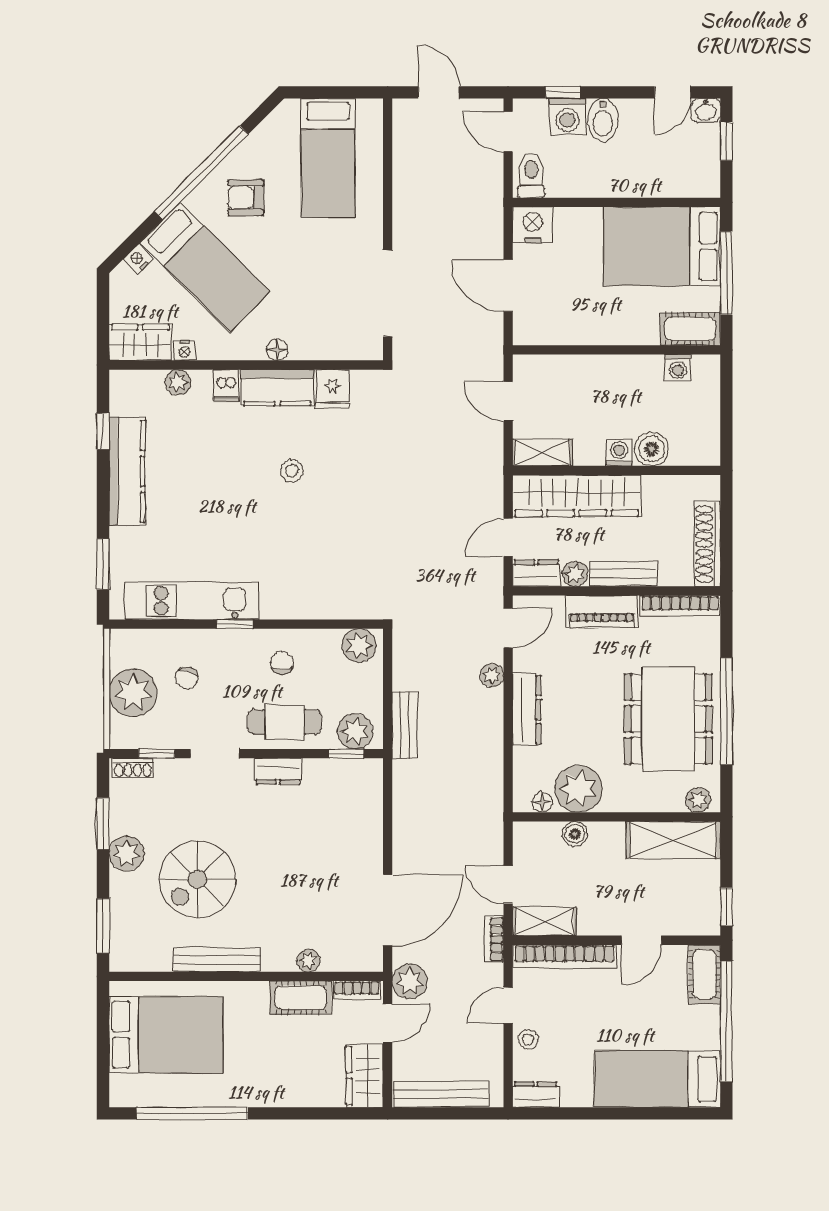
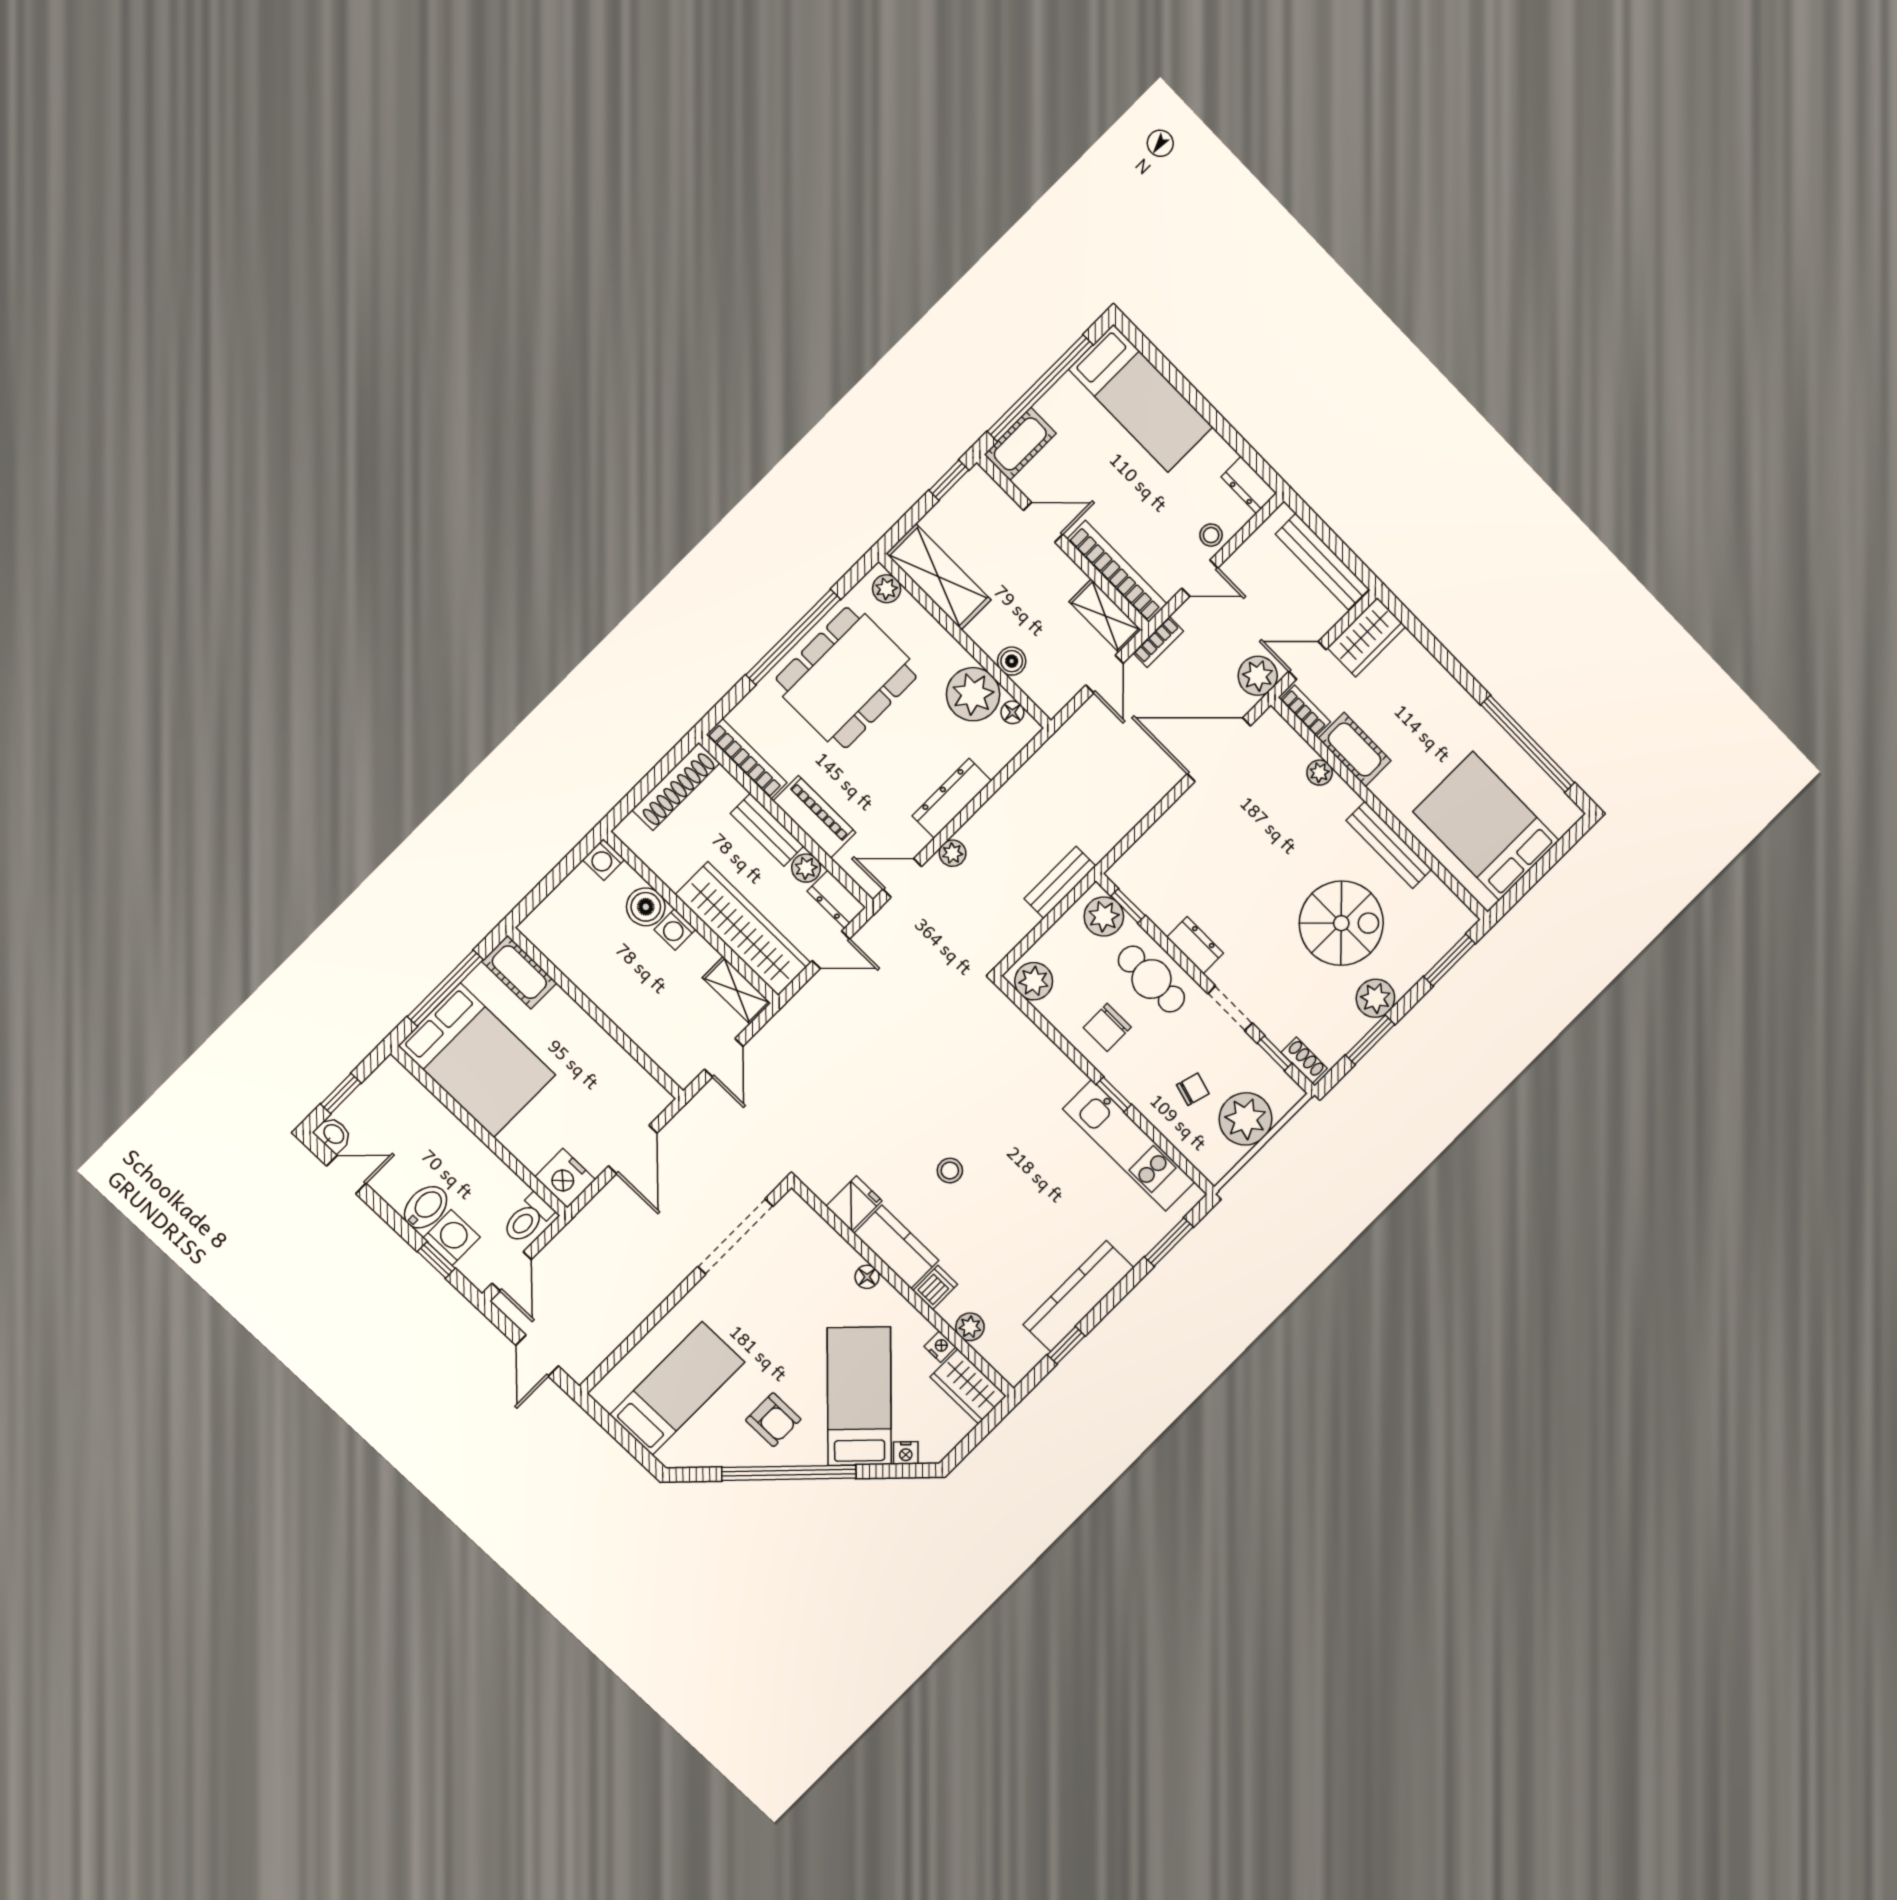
washing machine: (678, 368) -> (603, 860), moved, turned 180
chair: (282, 663) -> (1107, 1027), width x1.37, depth x1.37

